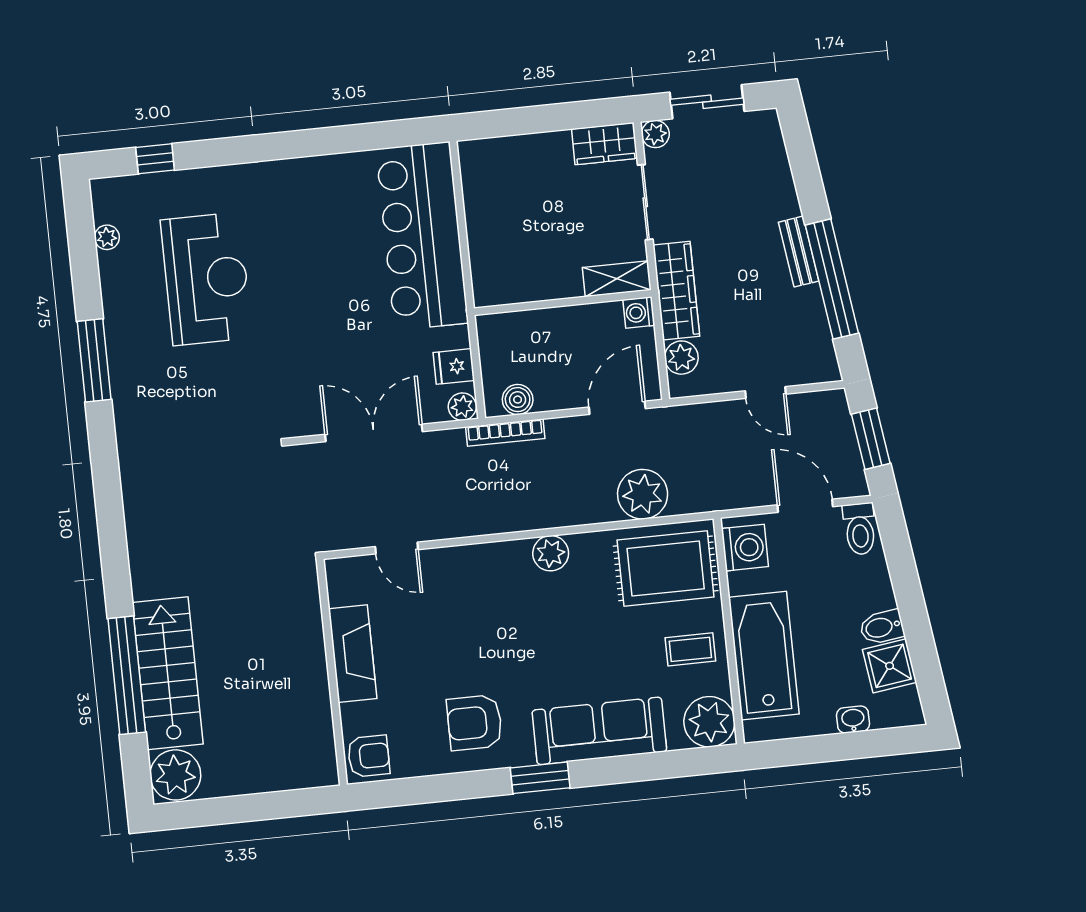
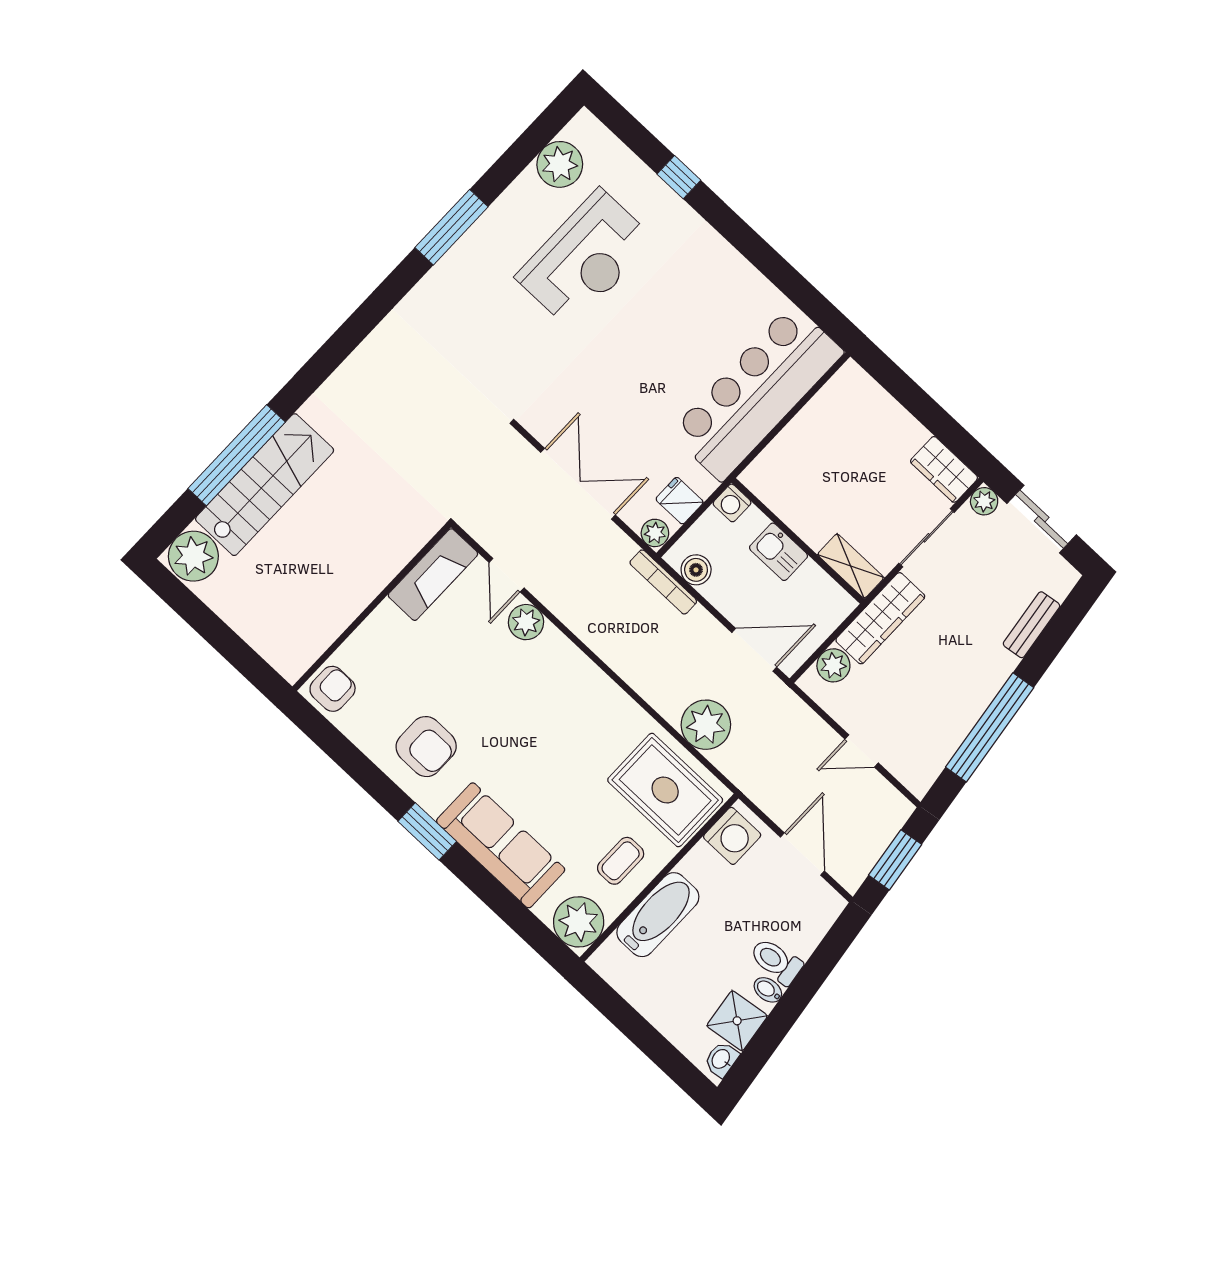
window: (155, 159) -> (679, 177), moved
plant: (107, 237) -> (560, 164), width x1.88, depth x1.88
bench: (799, 252) -> (1031, 625), moved
washing machine: (639, 313) -> (732, 503), moved, turned -90
kitchen sink: (558, 325) -> (779, 552), added
door: (765, 392) -> (862, 751), hinge flipped
toilet: (860, 529) -> (776, 961), moved, turned 82
plant: (551, 553) -> (526, 622), moved
bidet: (882, 627) -> (768, 990), width x0.72, depth x0.74
coffee table: (690, 649) -> (621, 861), turned 90
fireplace: (353, 654) -> (433, 575), moved
bathtub: (764, 656) -> (658, 915), width x0.73, depth x0.73
washbasin: (853, 720) -> (721, 1059), moved, turned -98
armchair: (475, 723) -> (426, 747), turned 180
armchair: (369, 756) -> (333, 689), turned -90

